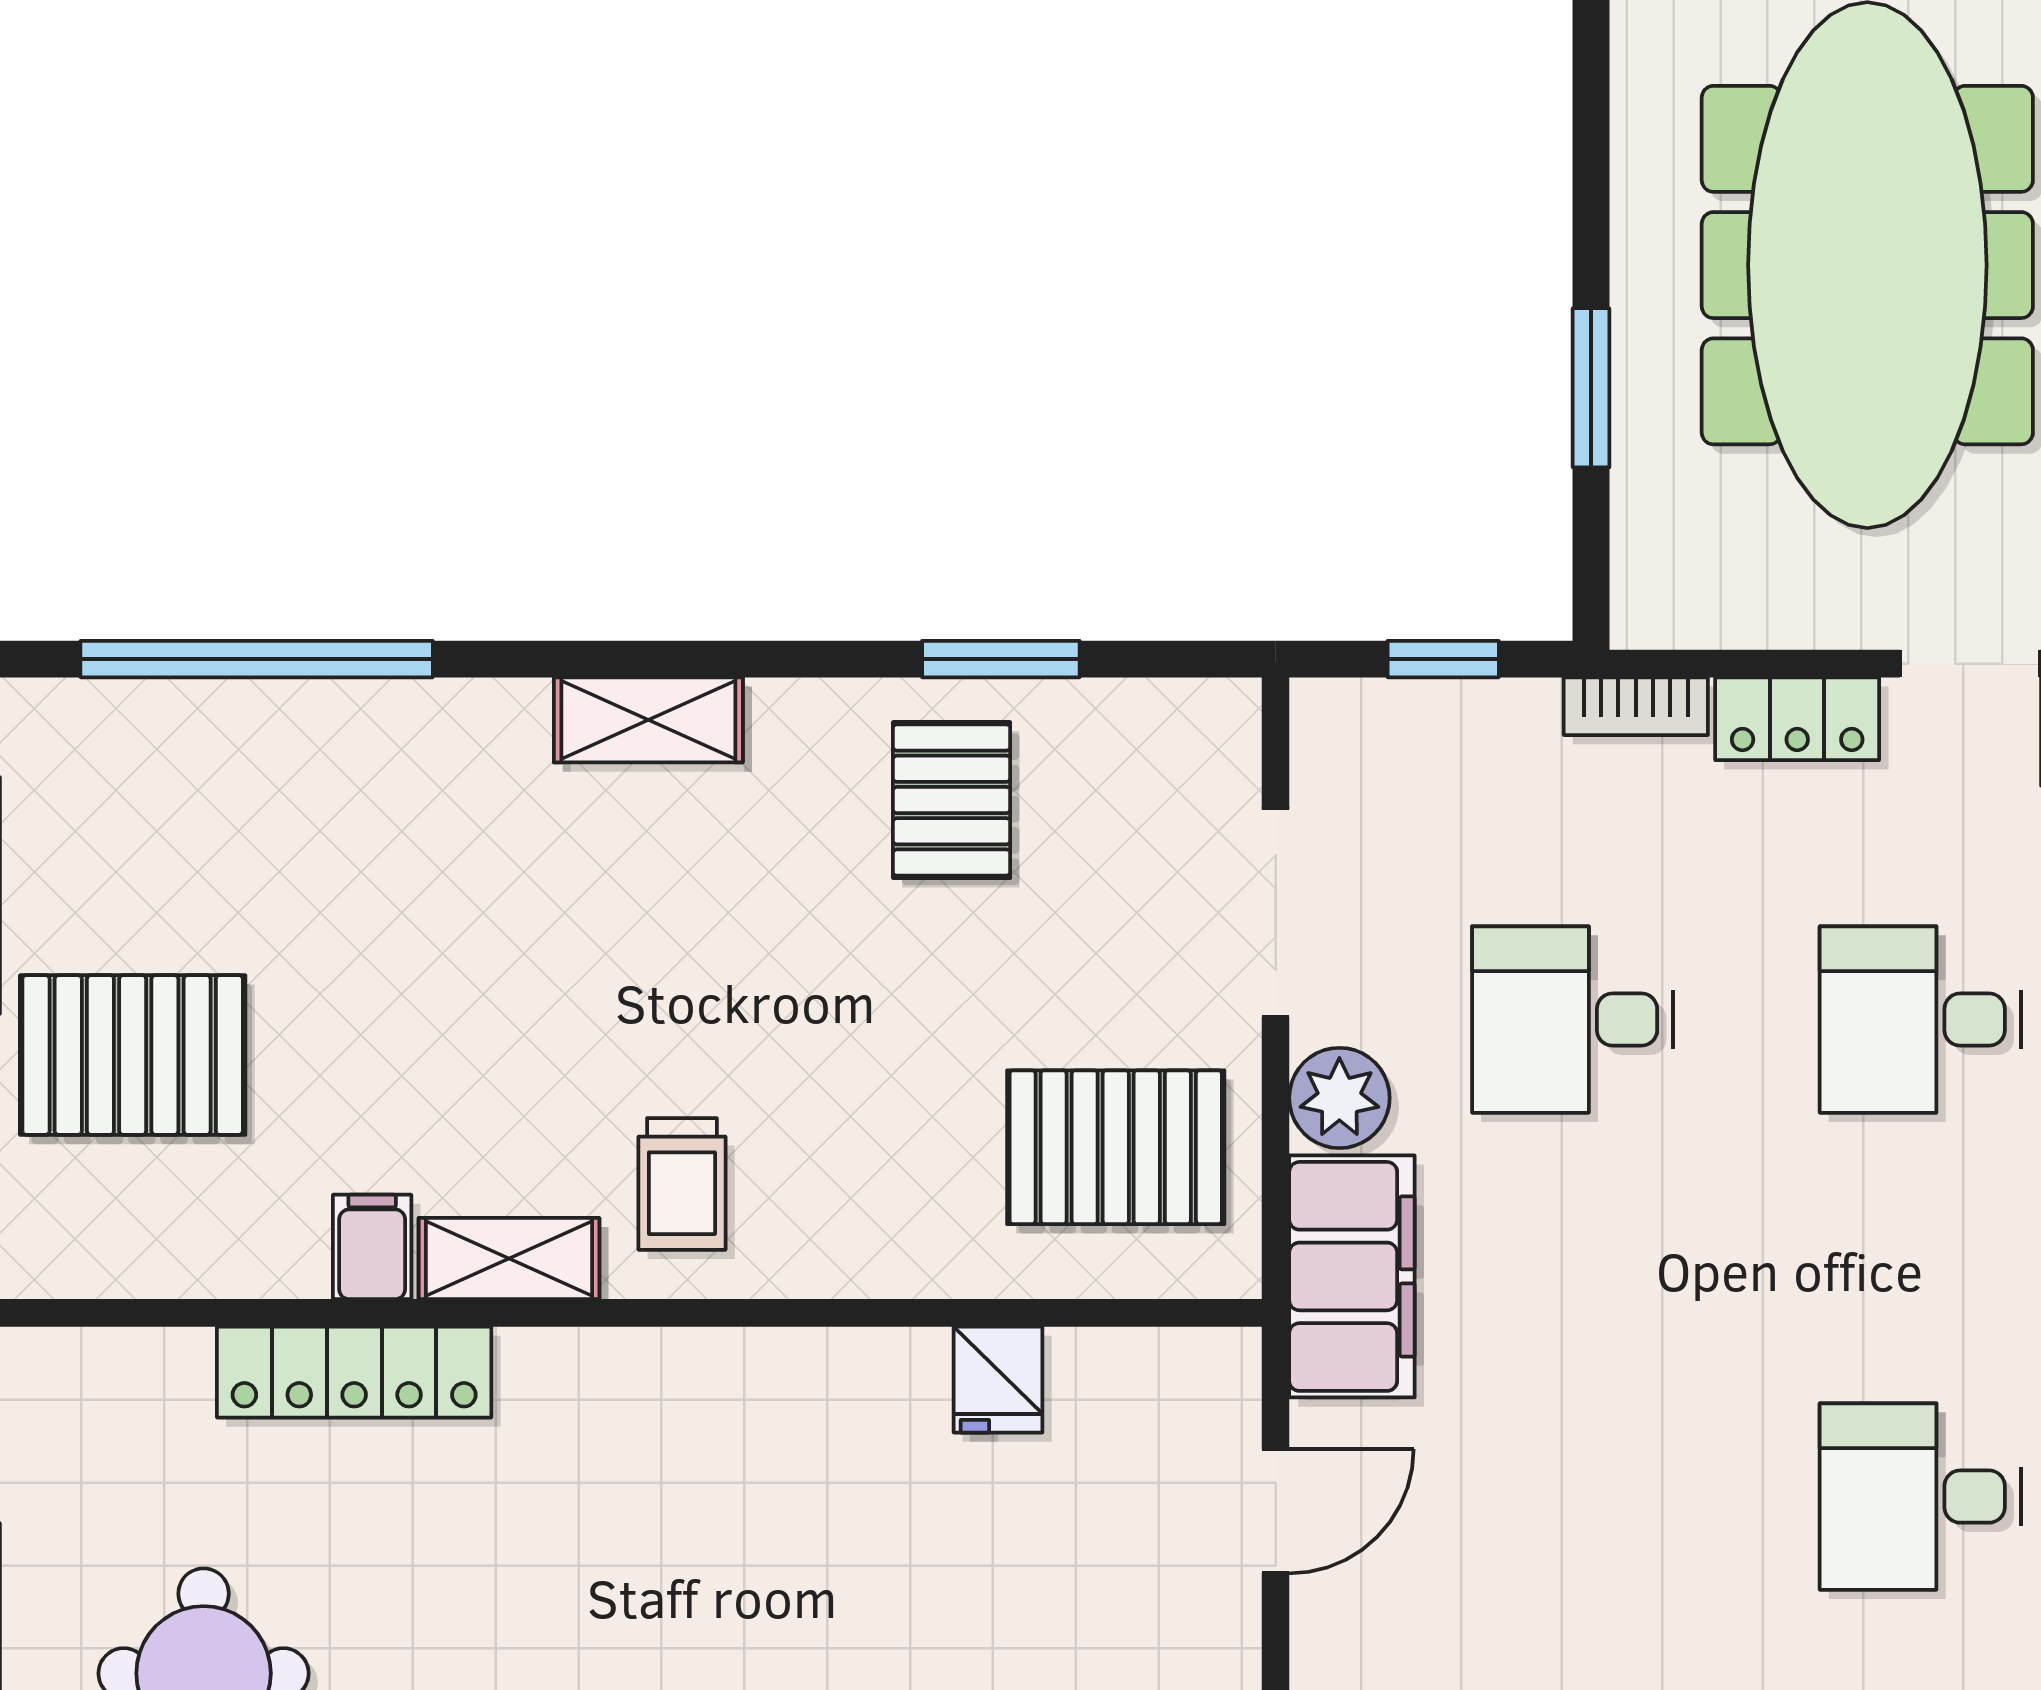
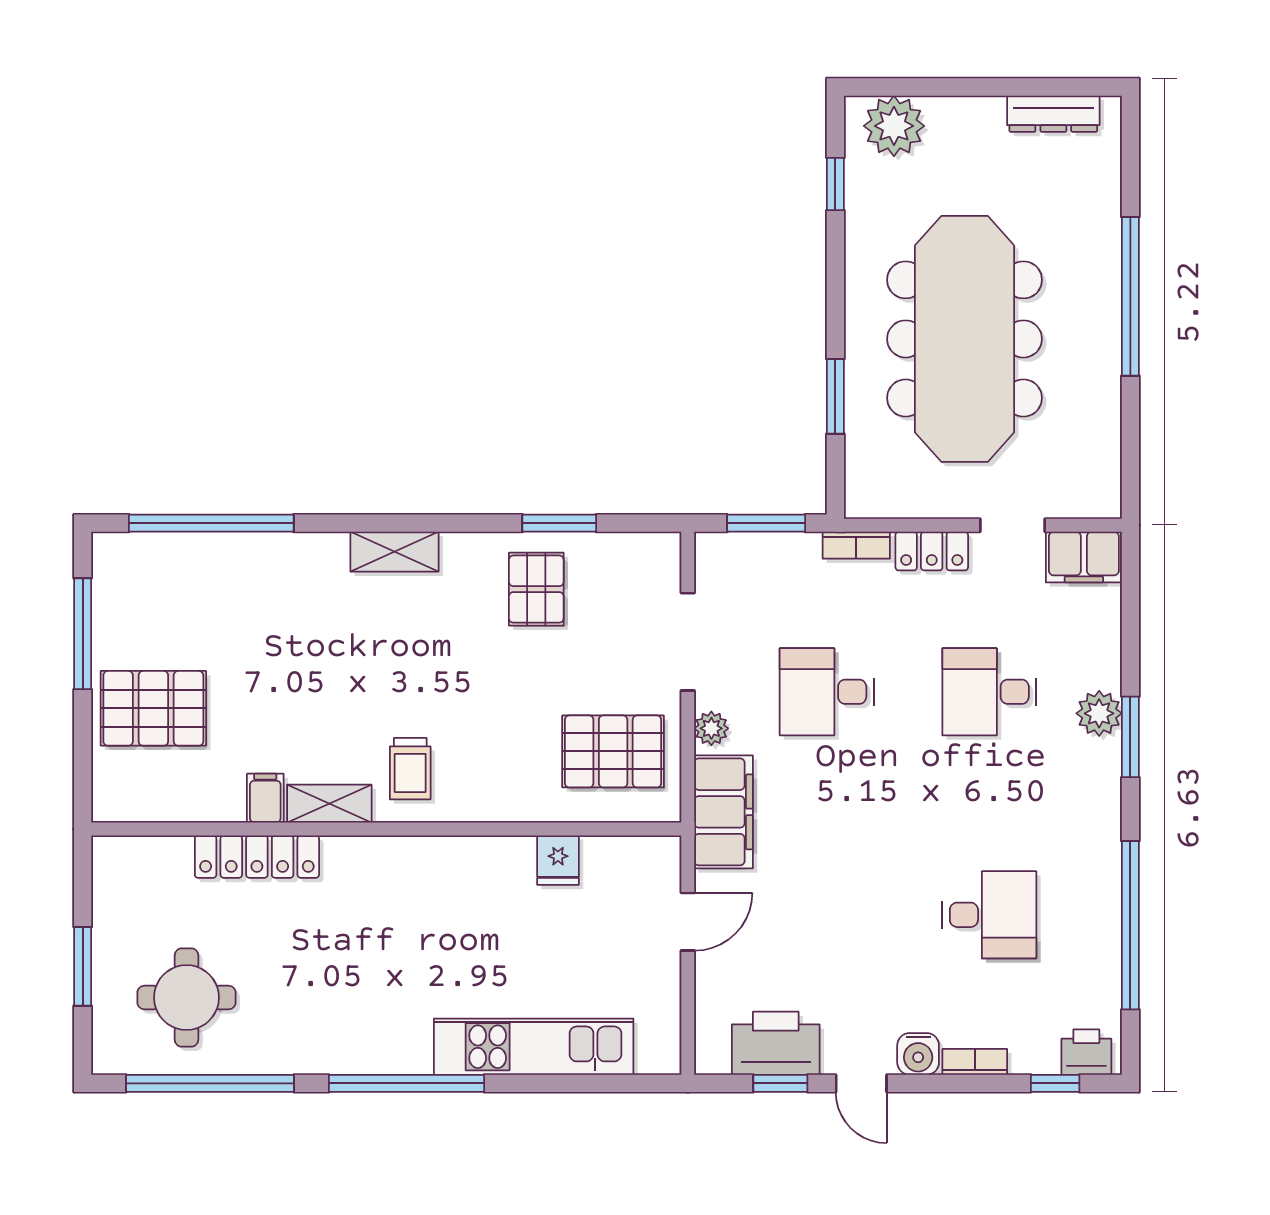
window: (1443, 659) -> (766, 523), width x1.50
plant: (1339, 1098) -> (711, 728), width x0.73, depth x0.73
desk: (1920, 1497) -> (989, 915), turned 180

